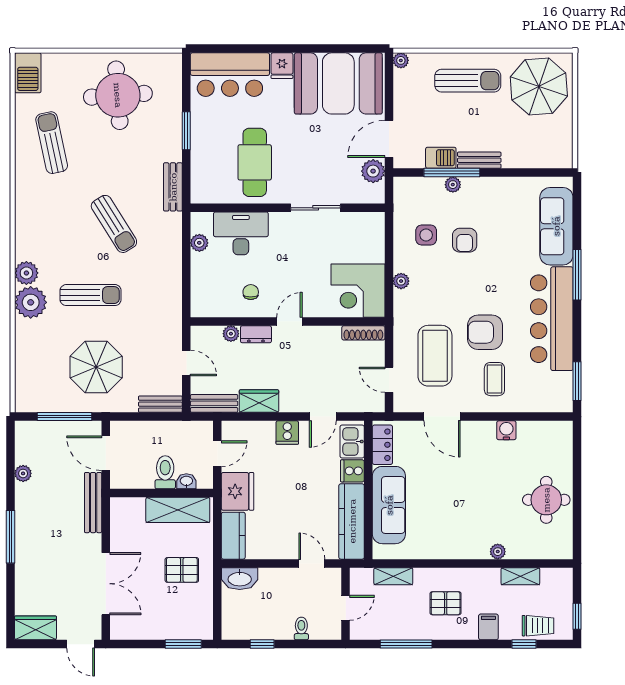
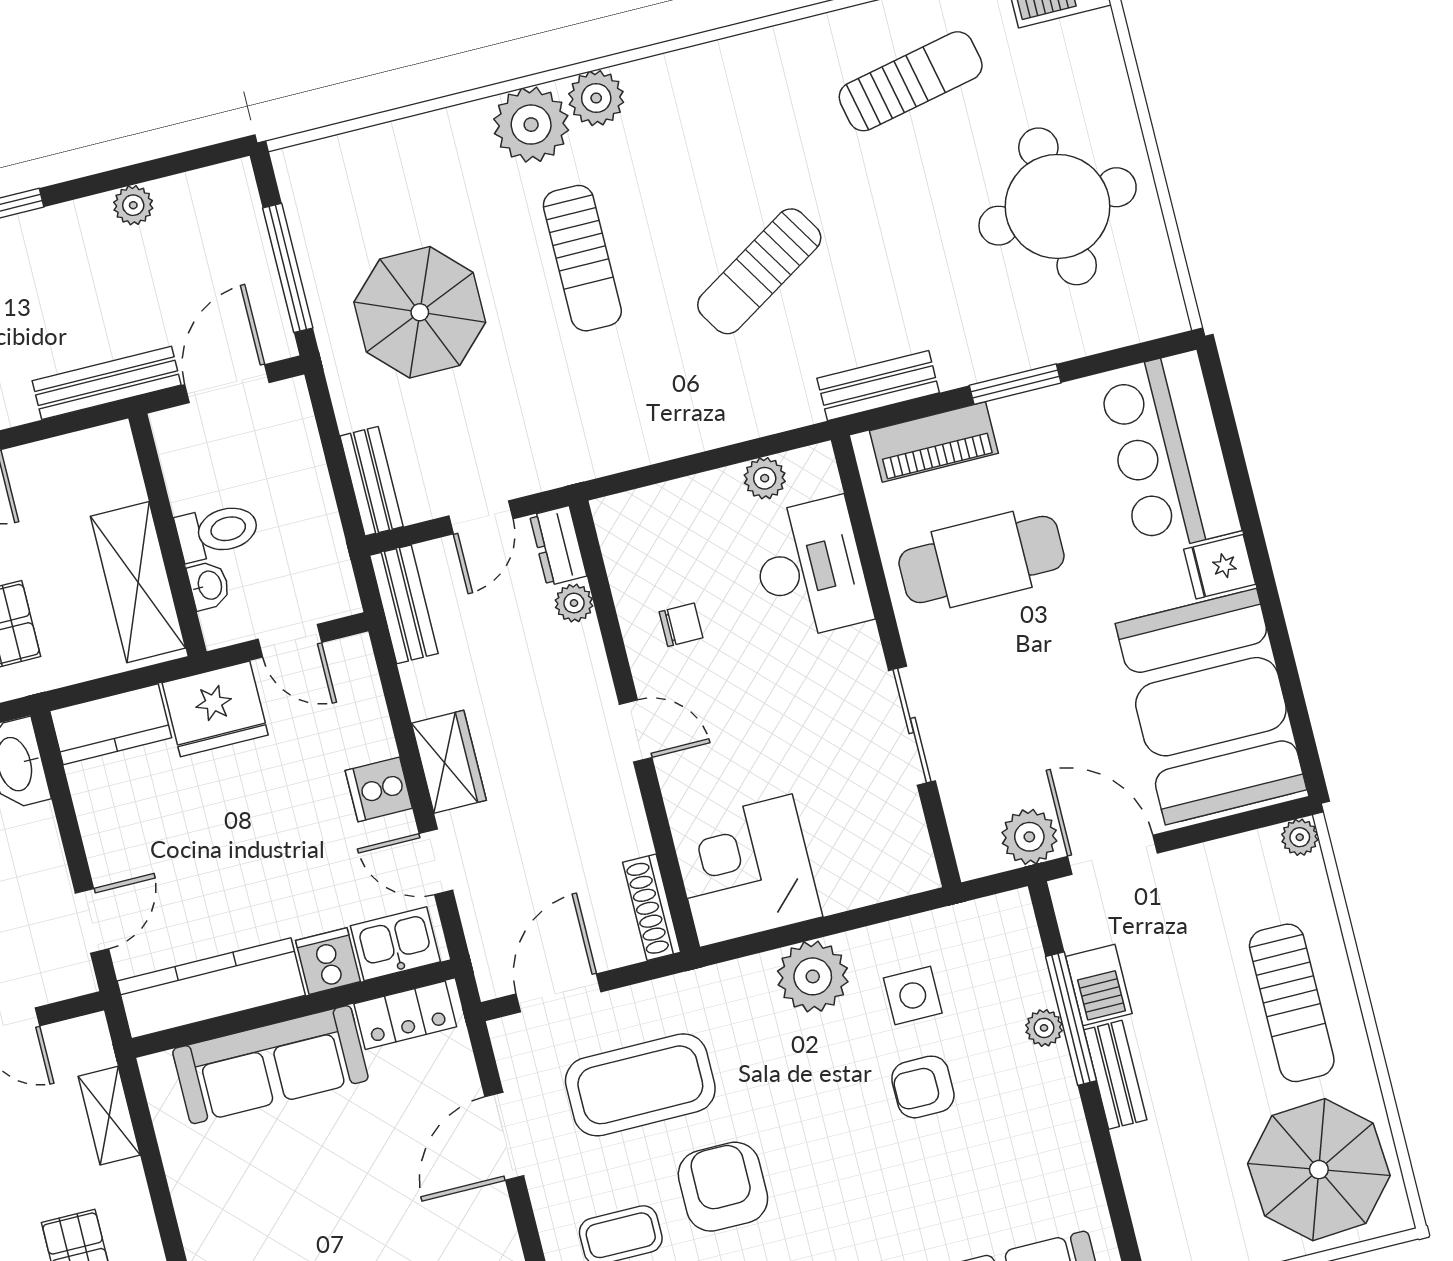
piano: (202, 170) -> (934, 442), added
plant: (401, 281) -> (813, 976), width x1.88, depth x1.88
dresser: (256, 334) -> (558, 546), moved
door: (389, 380) -> (559, 993), width x1.38
wardrobe: (259, 401) -> (449, 762), moved

